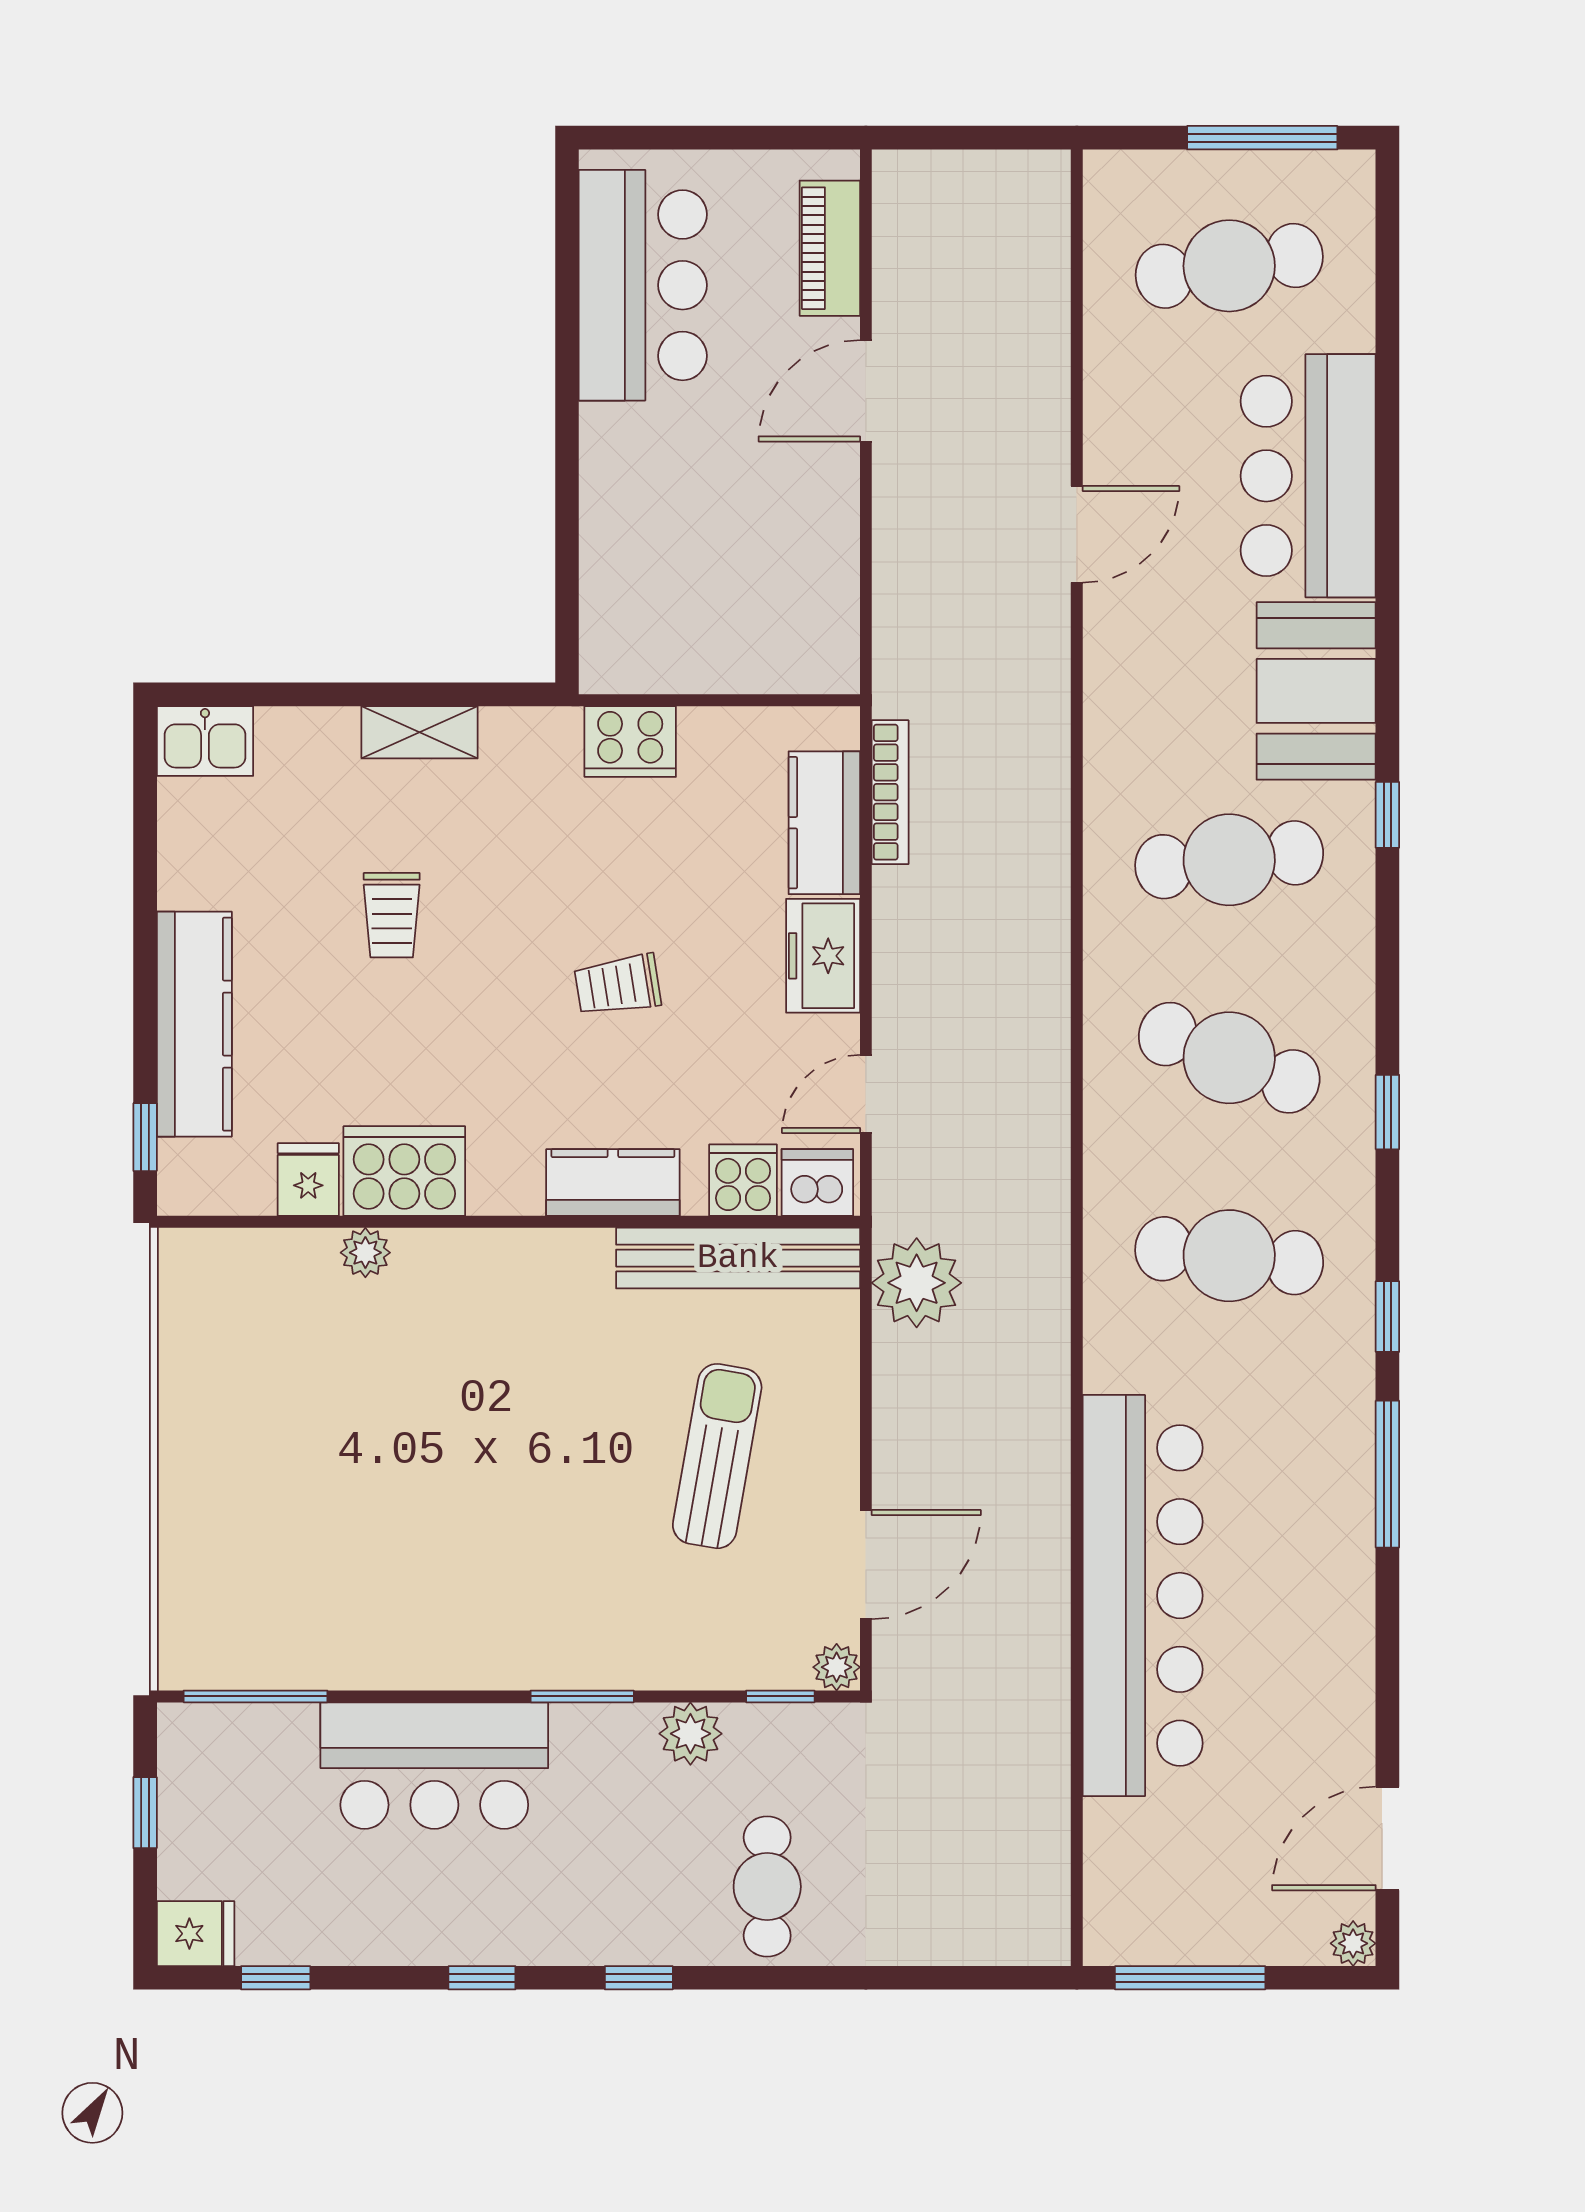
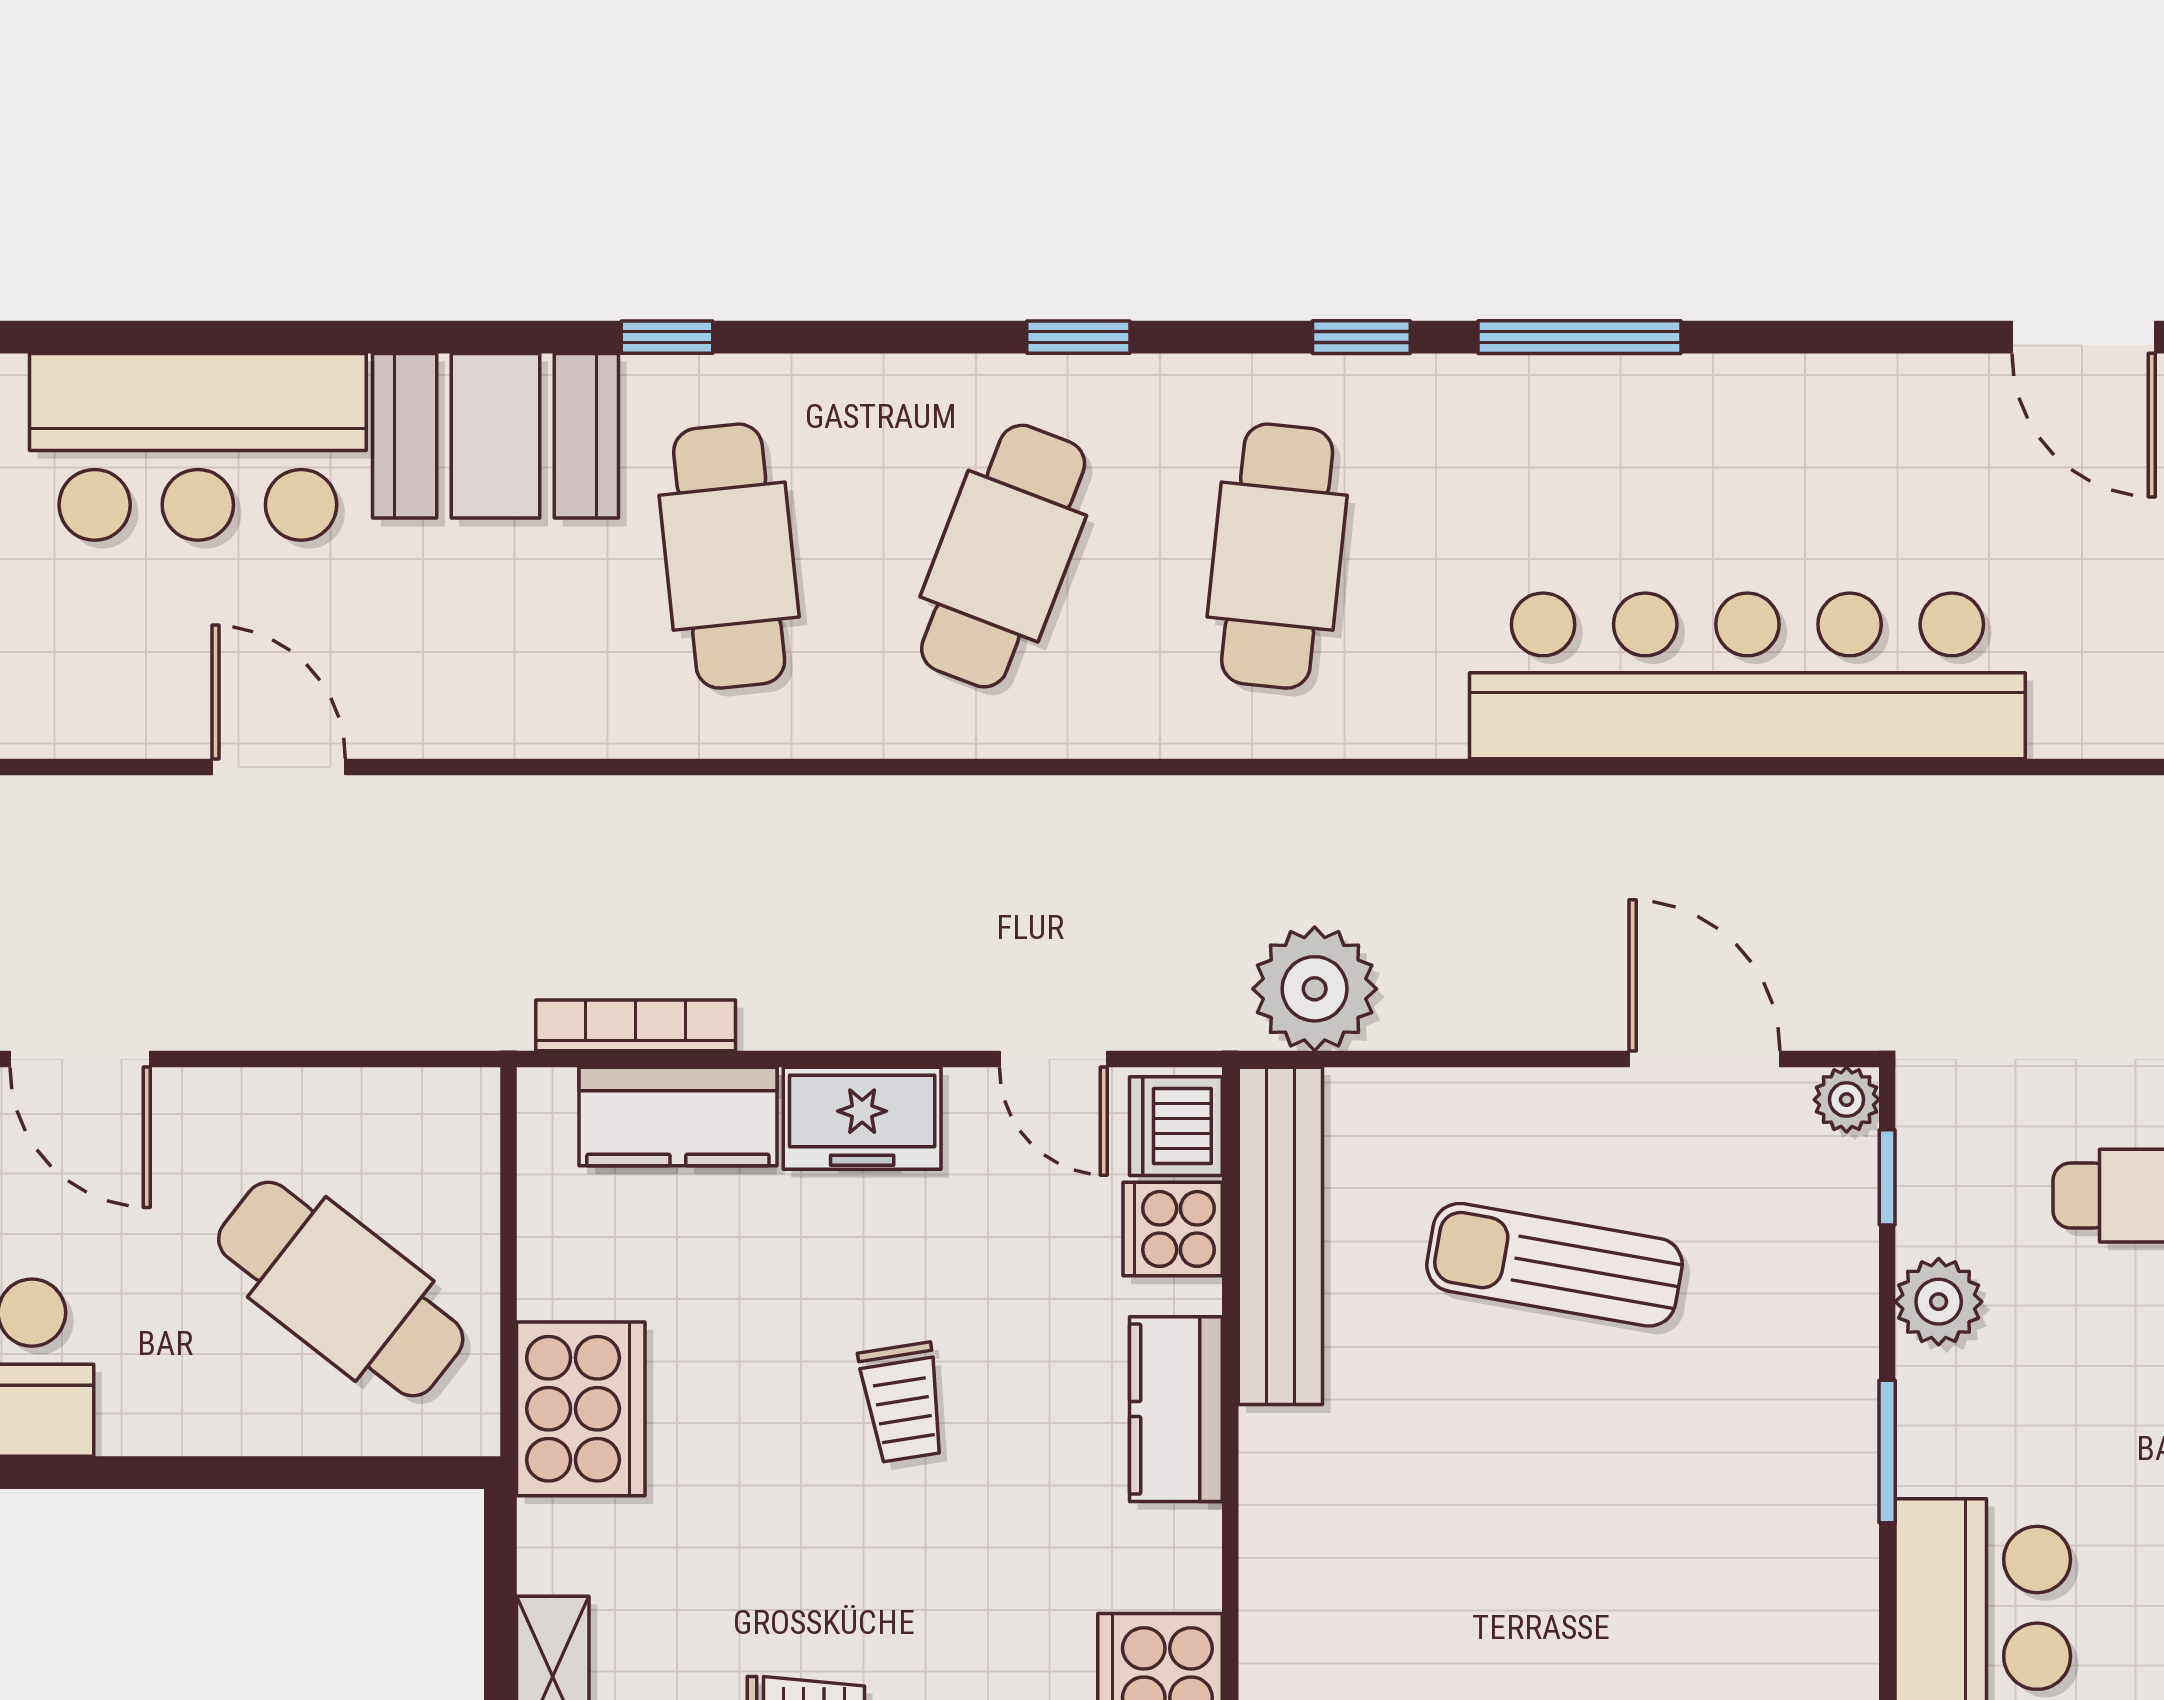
cafe table: (700, 579) -> (341, 1289), added
cooker: (630, 742) -> (581, 1409), width x1.37, depth x1.31

